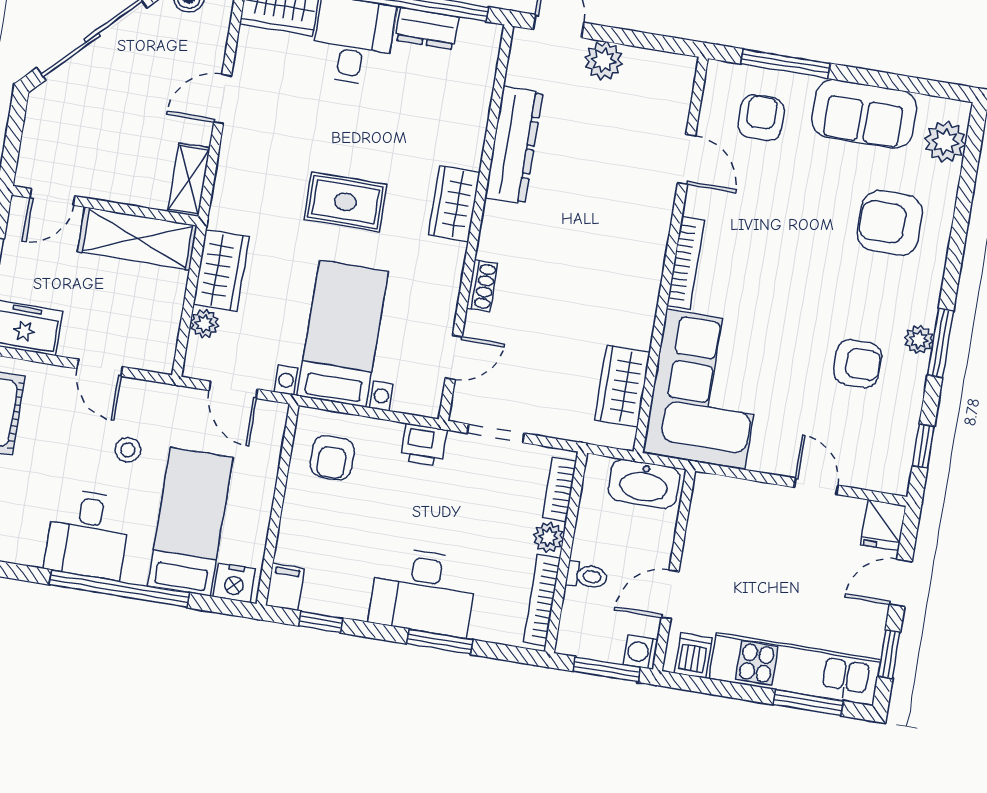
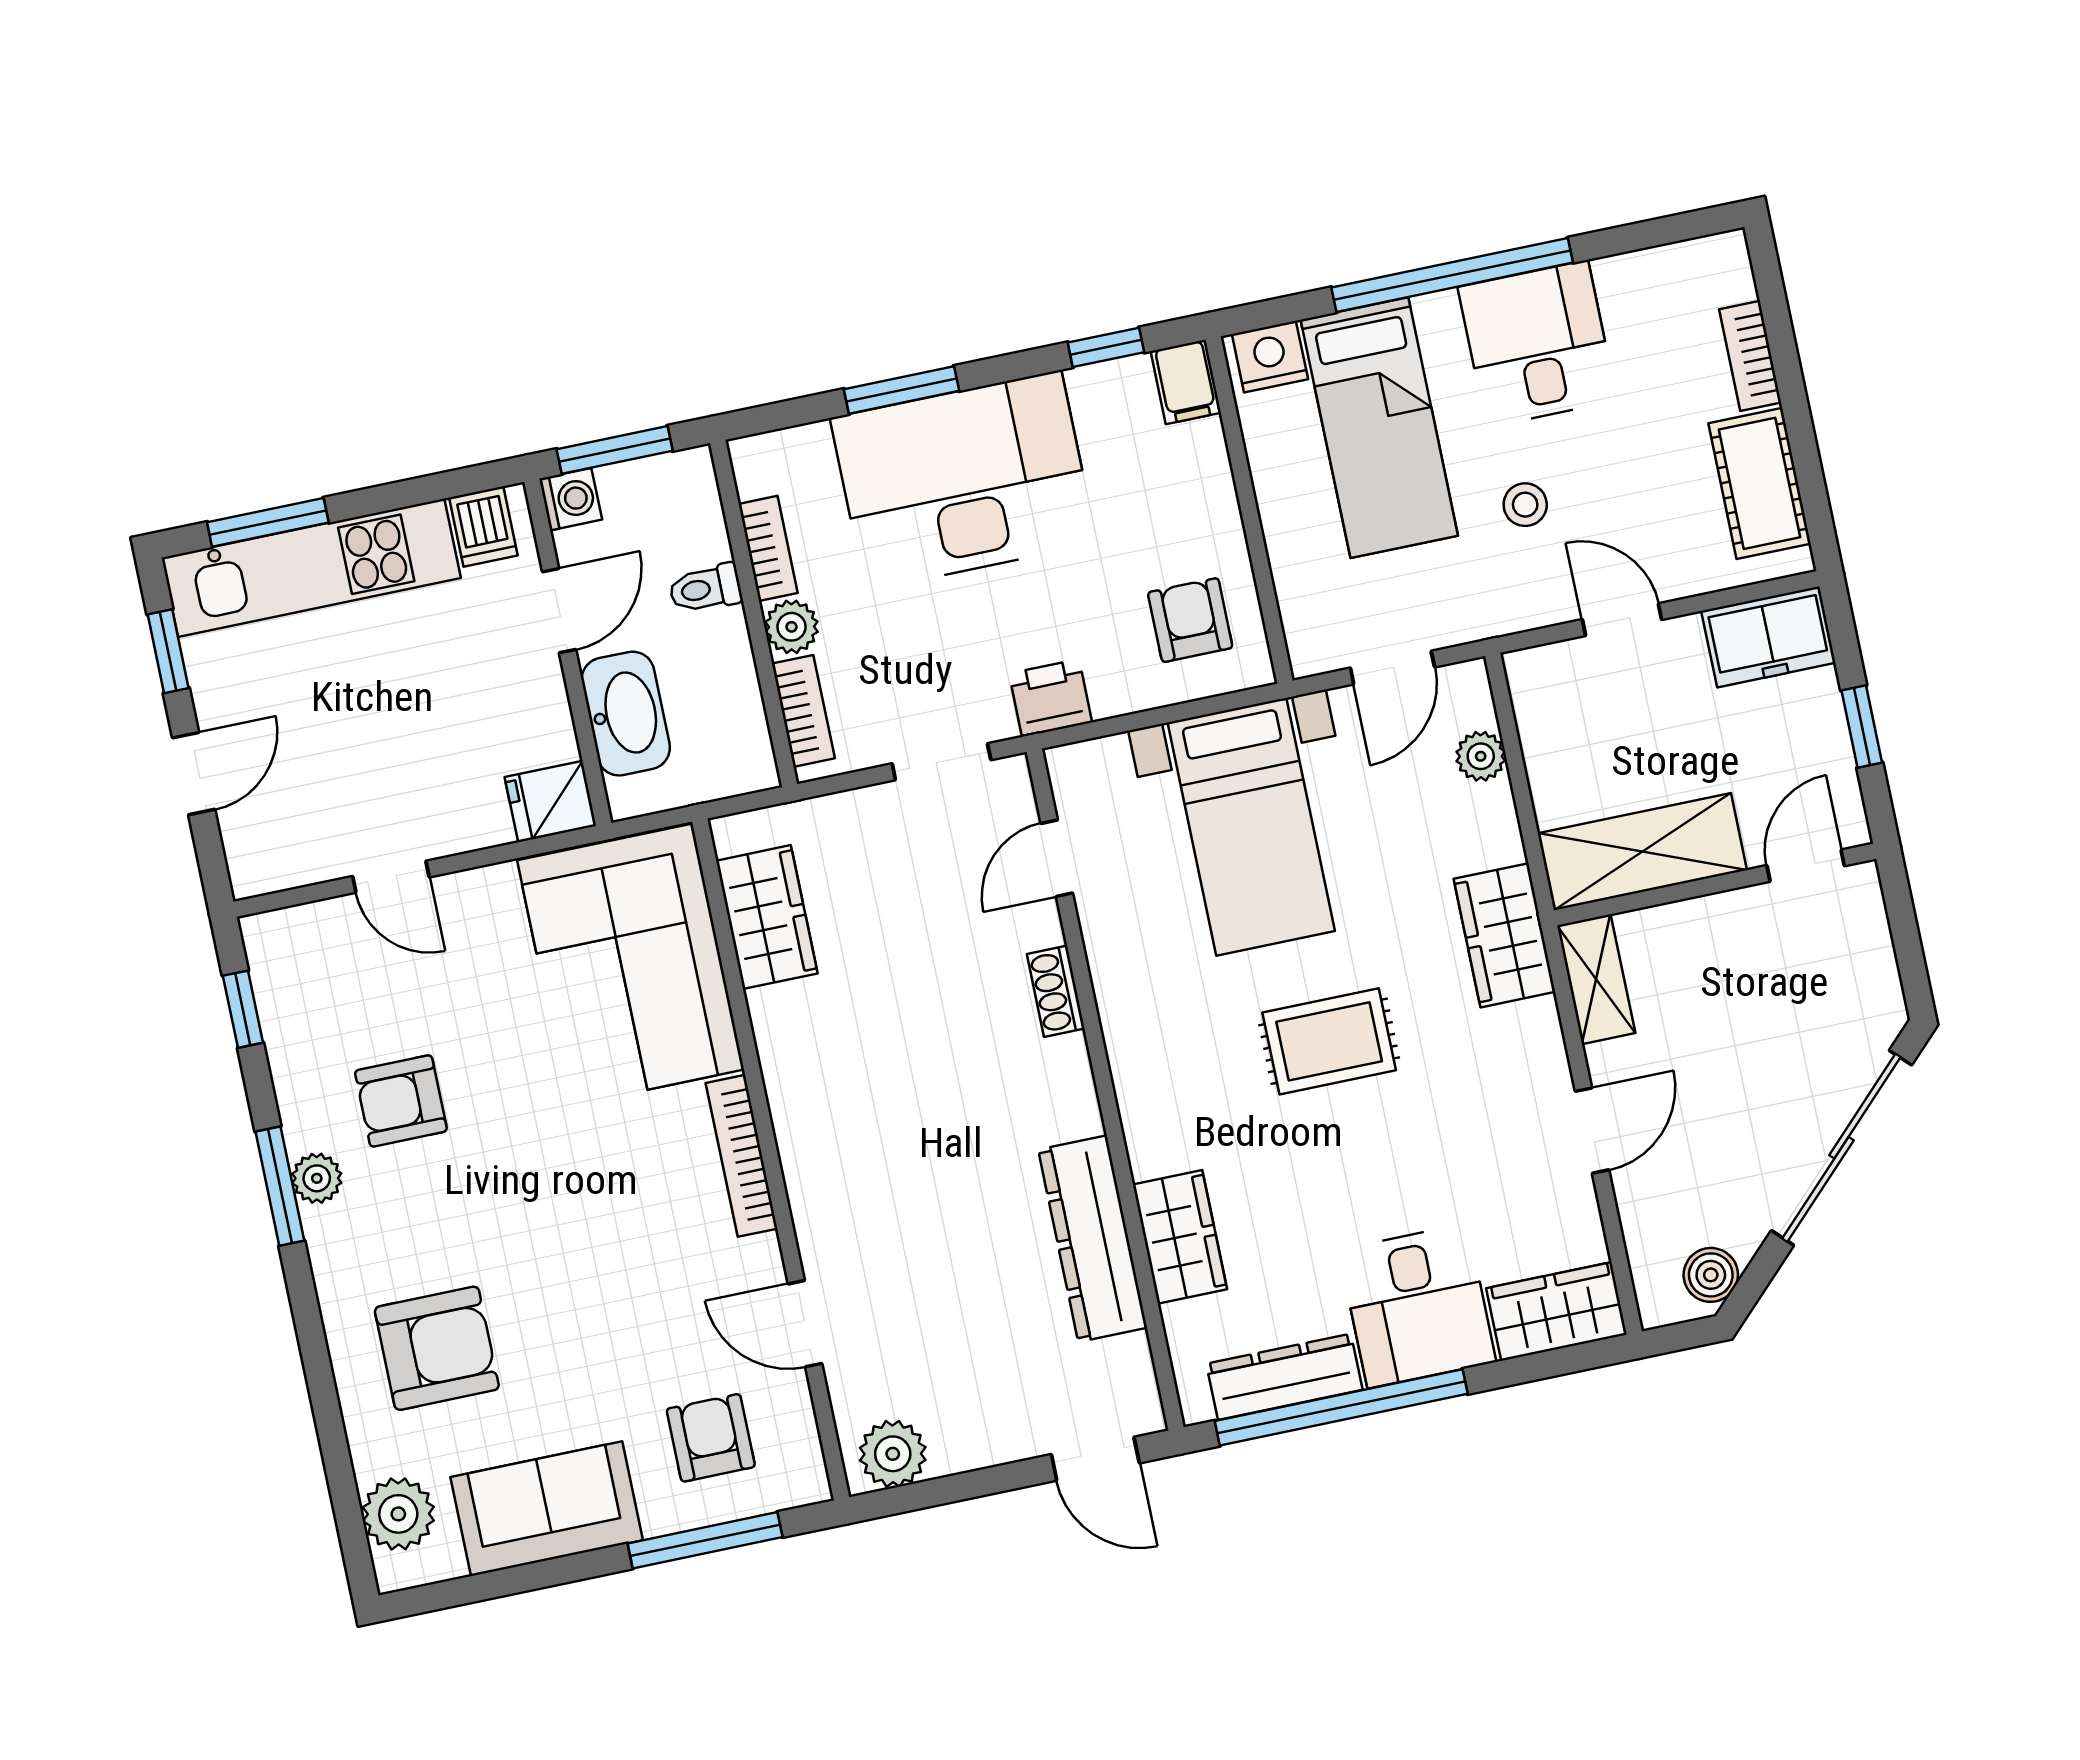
dresser: (427, 29) -> (1284, 1377), width x1.44
plant: (603, 61) -> (893, 1454), moved
armchair: (761, 118) -> (711, 1438), turned 180
wardrobe: (454, 204) -> (1180, 1237), moved
wardrobe: (221, 270) -> (1504, 935), moved
door: (233, 390) -> (1392, 668), swing flipped
washbasin: (644, 484) -> (626, 714), moved, turned 90
fridge: (883, 525) -> (550, 802), moved, turned -90
desk: (423, 592) -> (963, 480), width x1.36, depth x1.30
bookcase: (542, 600) -> (768, 548), width x0.64

